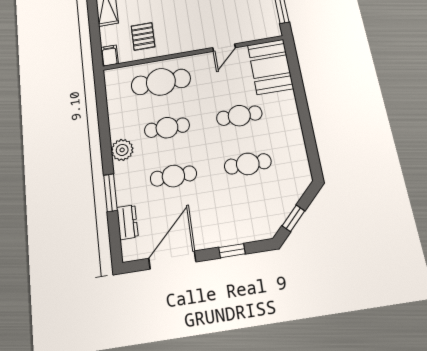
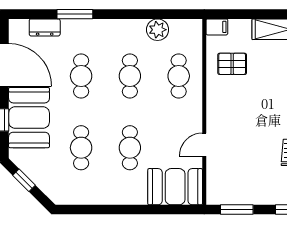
door: (224, 48) -> (204, 145), hinge flipped
cafe table: (161, 82) -> (179, 76), width x0.73, depth x0.74
plant: (122, 150) -> (158, 30), moved
booth: (225, 224) -> (29, 118), added

